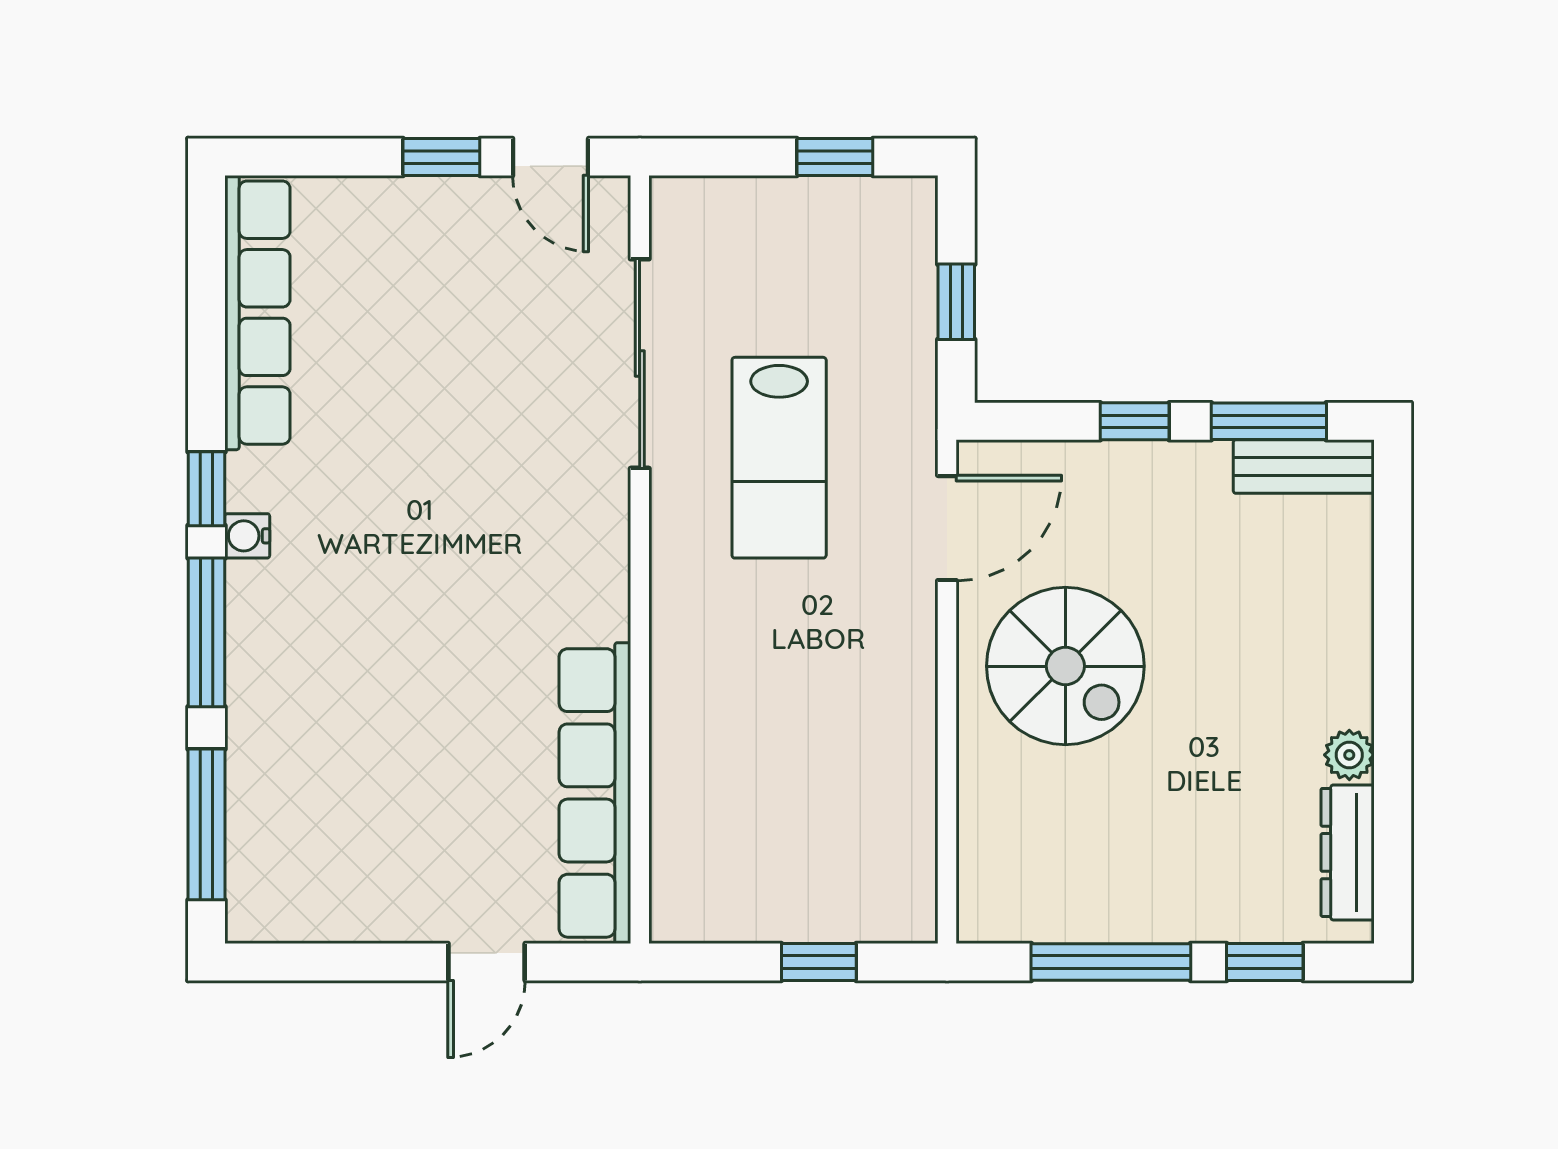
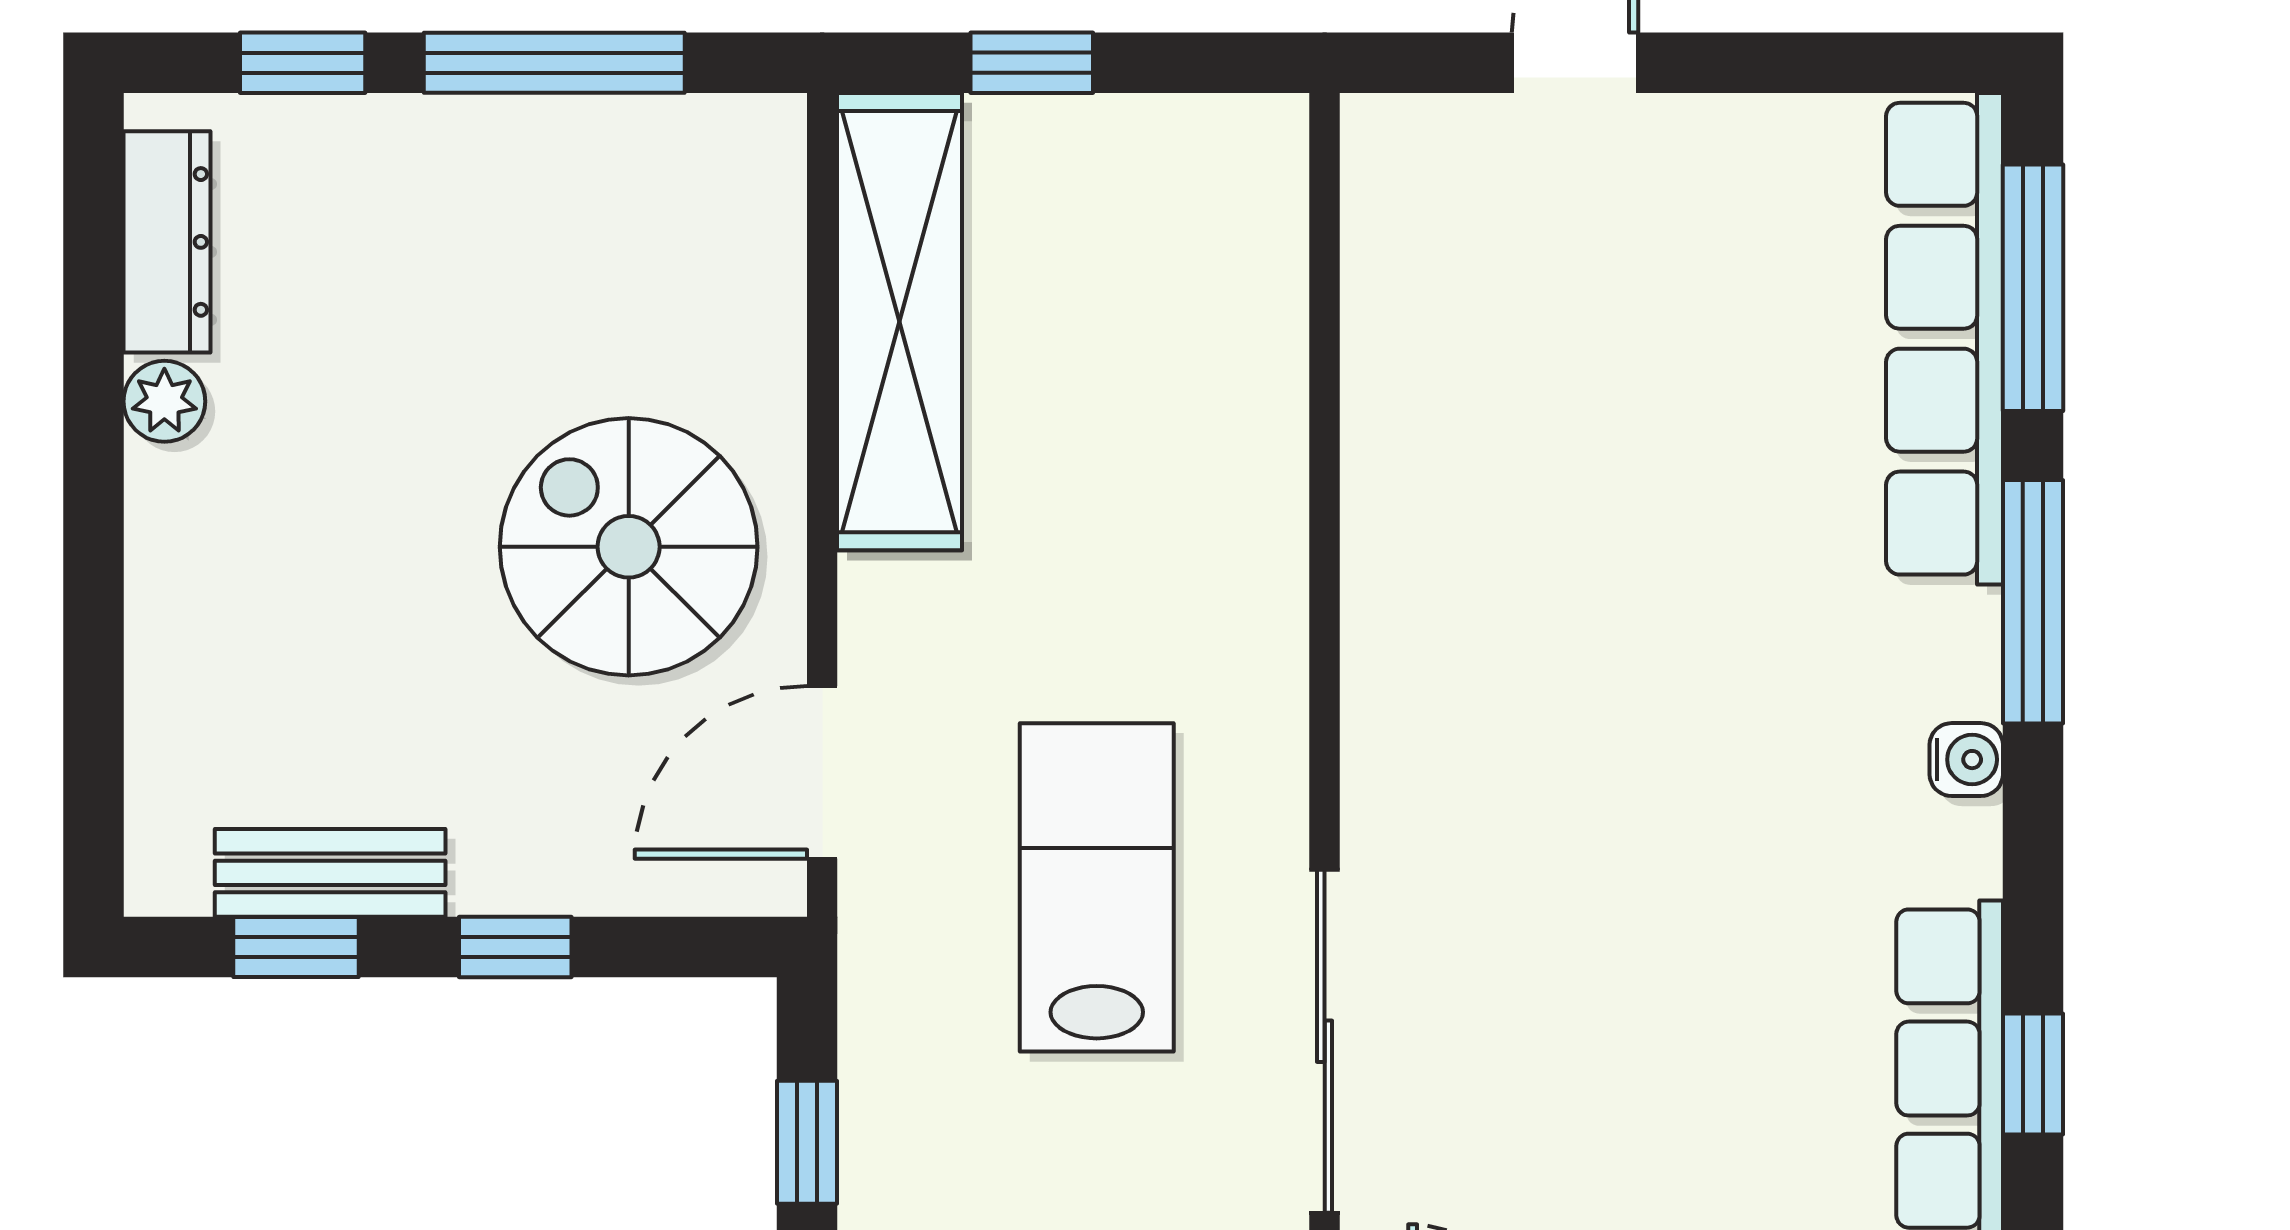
window: (1269, 421) -> (296, 947), width x0.67
bench: (1304, 467) -> (330, 873), moved
window: (206, 489) -> (2033, 1074), moved
row of seats: (595, 793) -> (1945, 339), moved, turned 180
shelving: (900, 804) -> (900, 322), added

